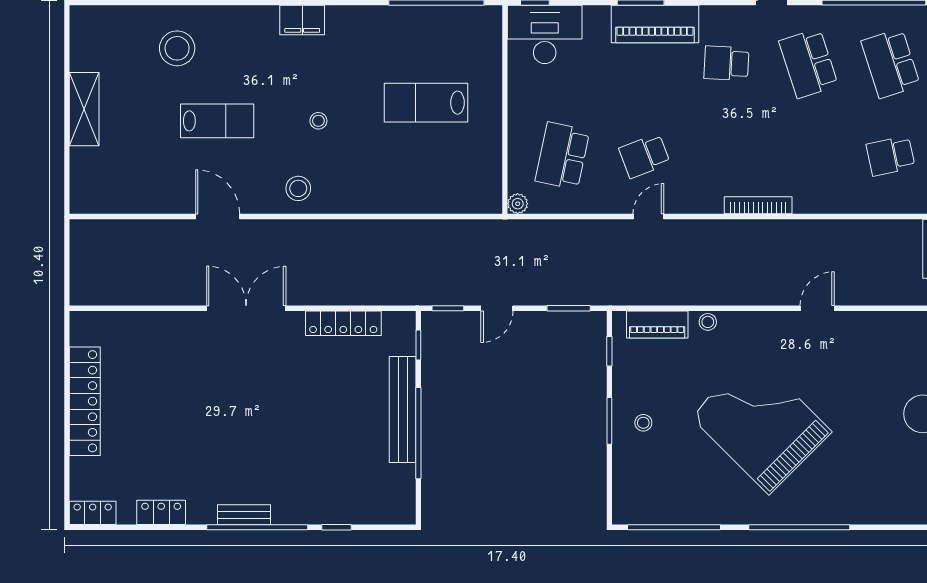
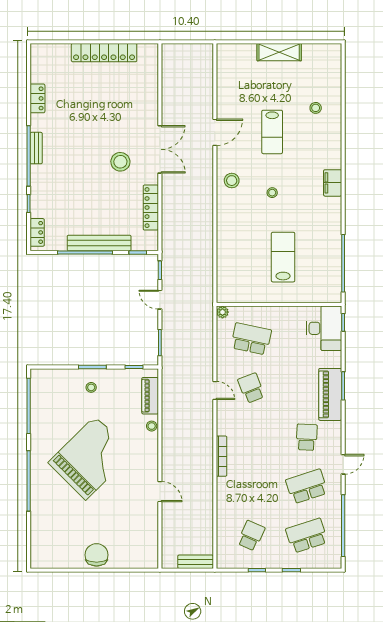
stool: (177, 48) -> (316, 108), width x0.53, depth x0.53
school desk: (891, 156) -> (251, 536), turned 36
stool: (267, 374) -> (120, 162), added
locker: (93, 513) -> (37, 232), moved

